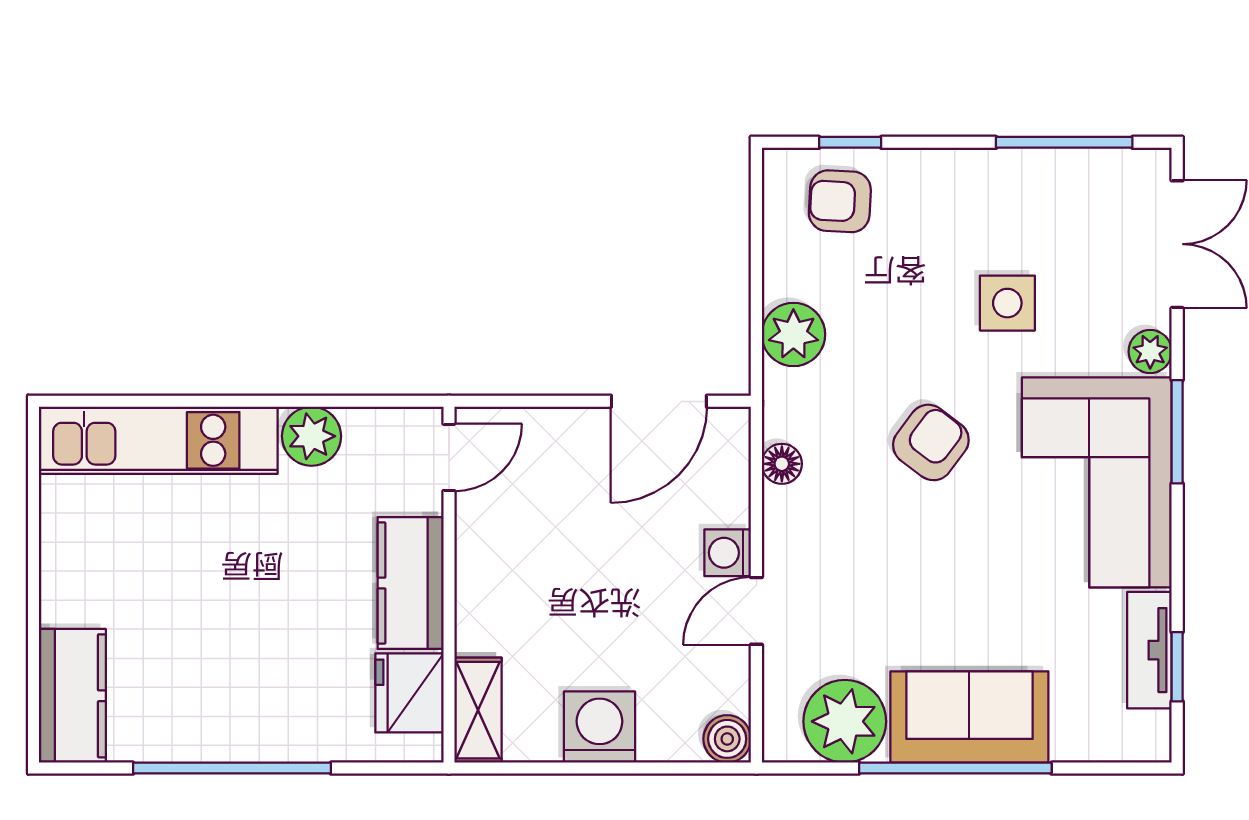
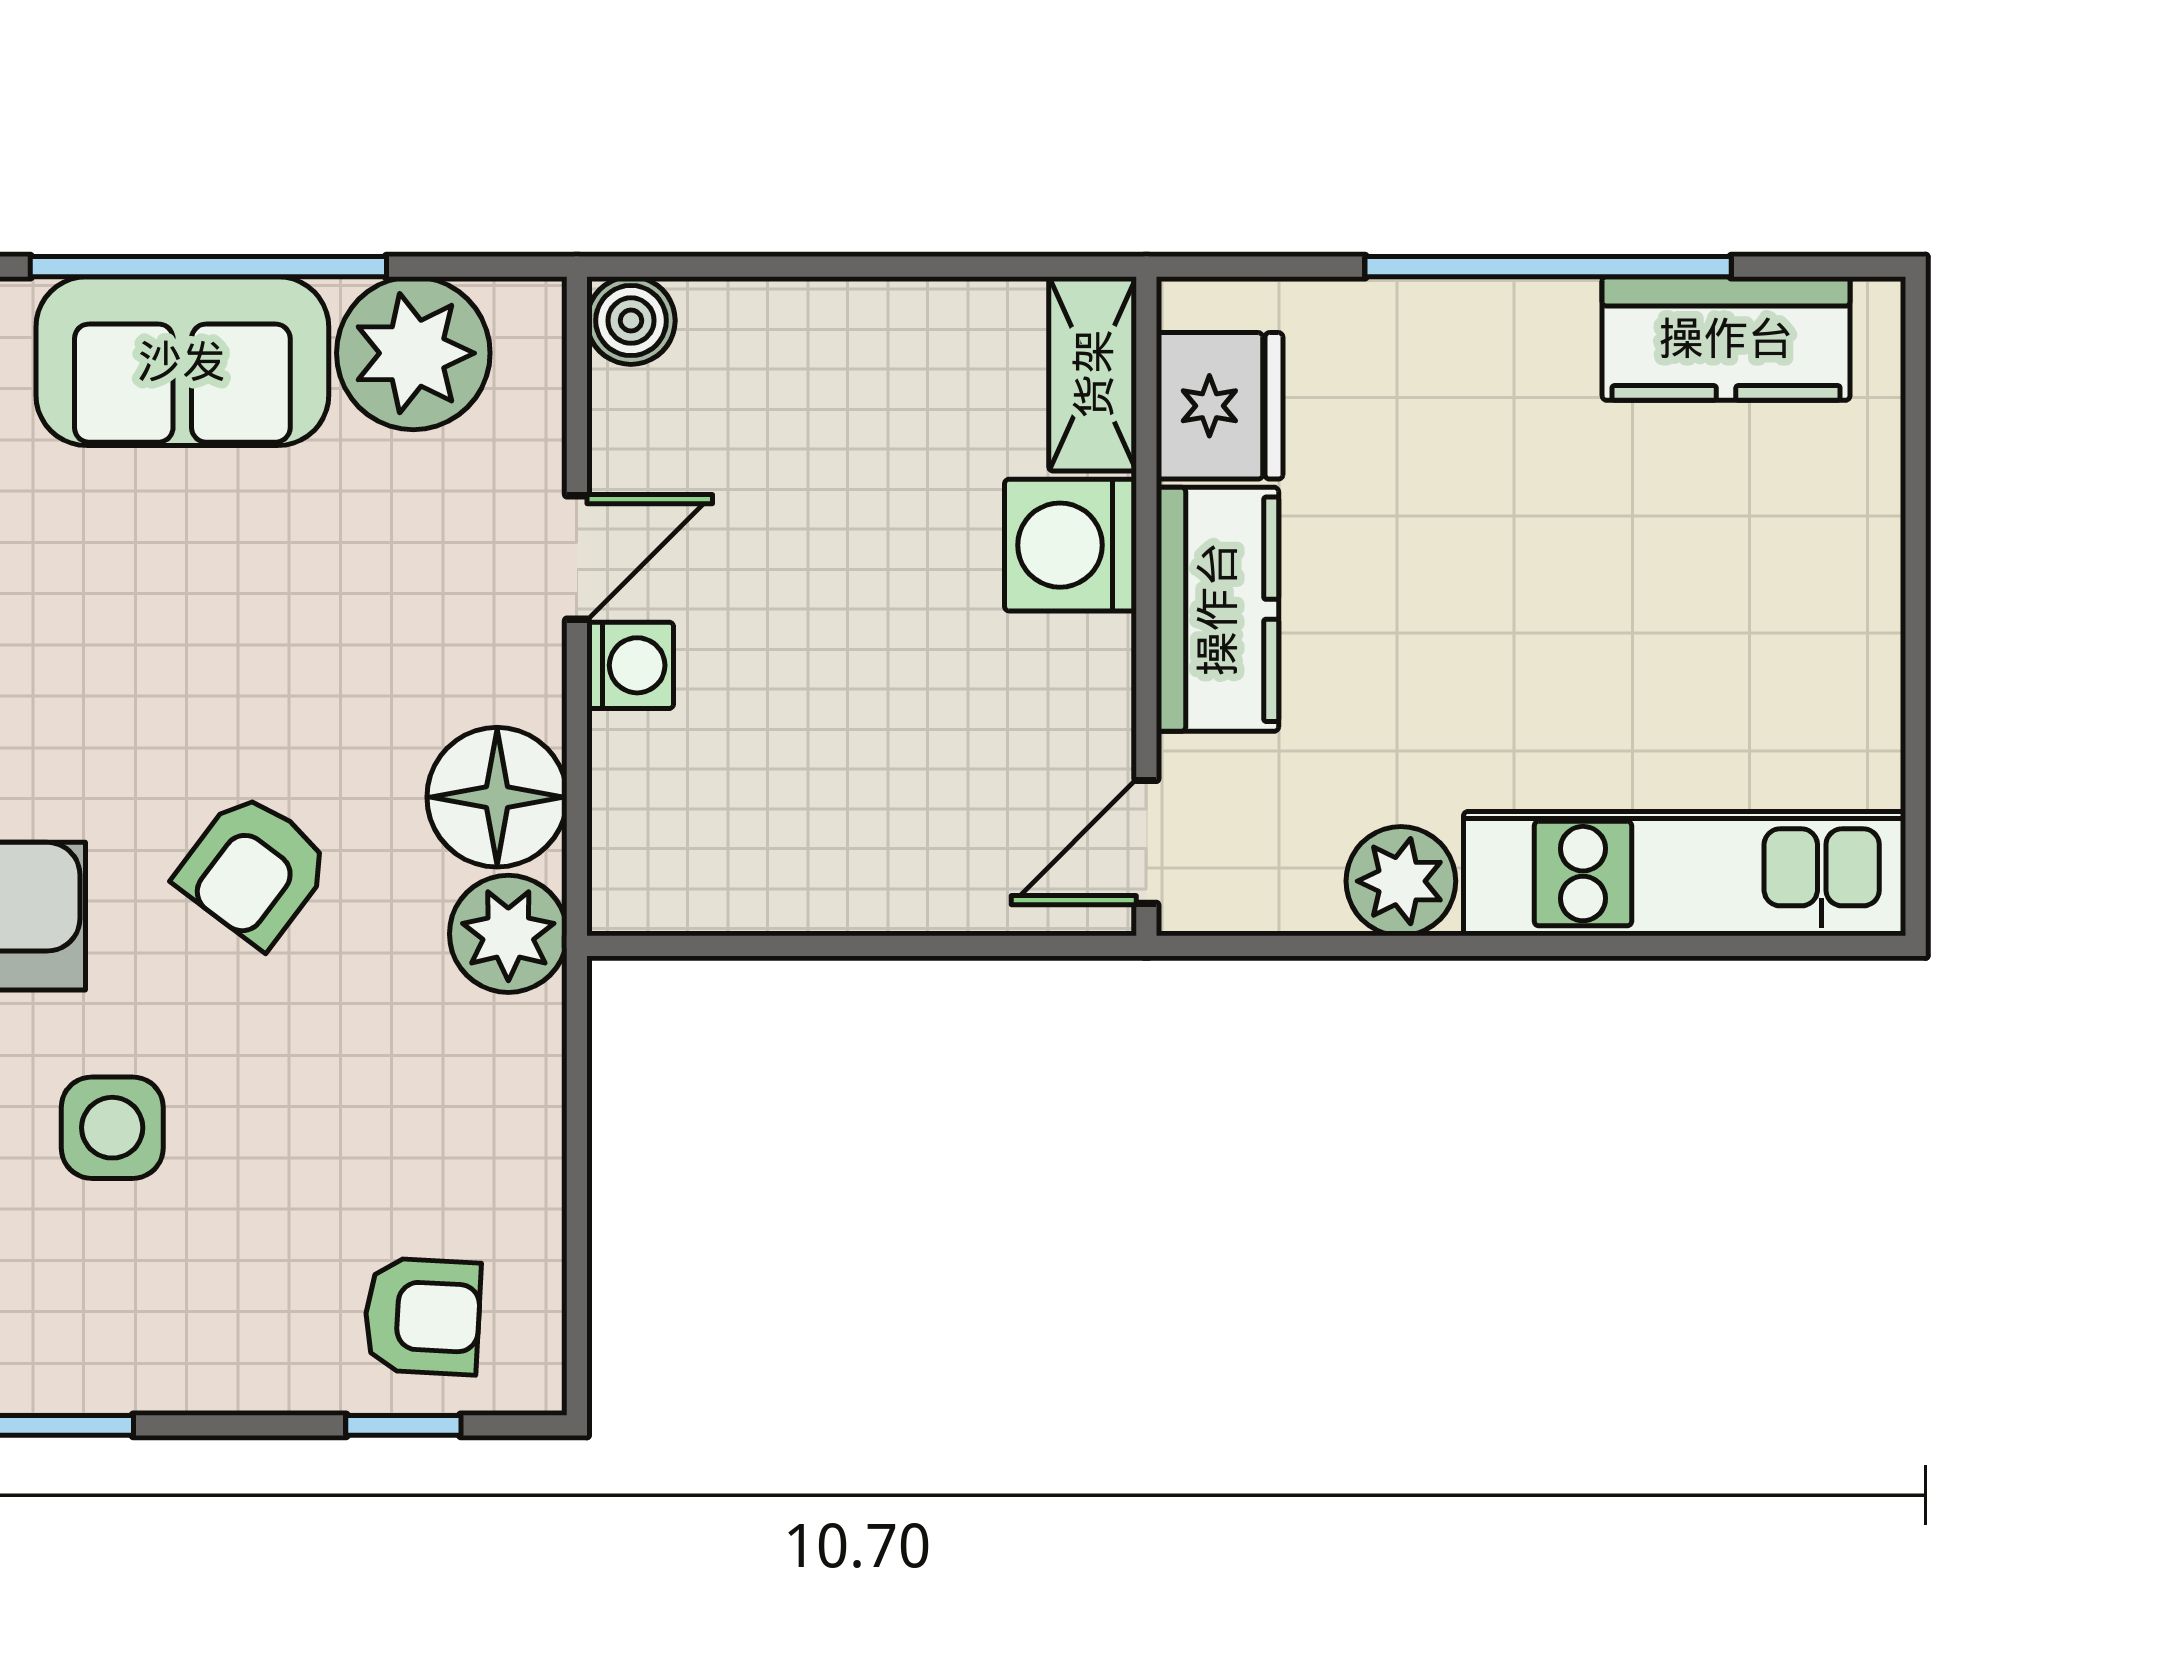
plant: (793, 334) -> (508, 934), moved
door: (659, 401) -> (758, 946), removed
floor lamp: (782, 464) -> (497, 797), width x1.89, depth x1.89
kitchen counter: (72, 696) -> (1726, 338), moved, turned -90
washing machine: (599, 727) -> (1071, 545), moved, turned 90

